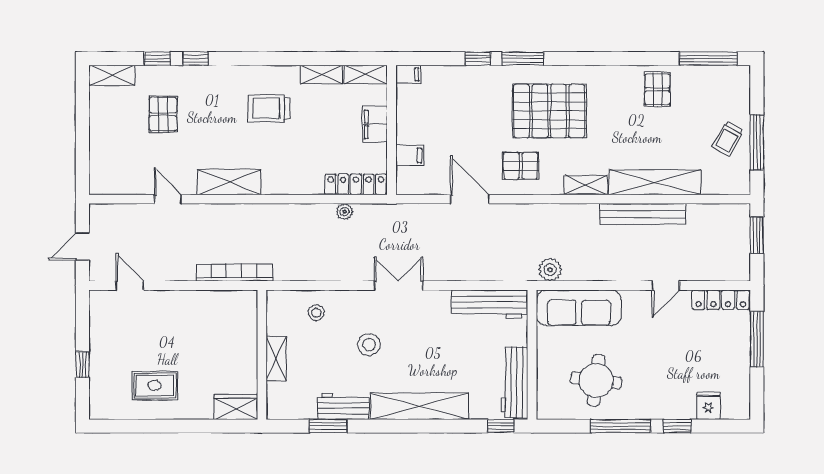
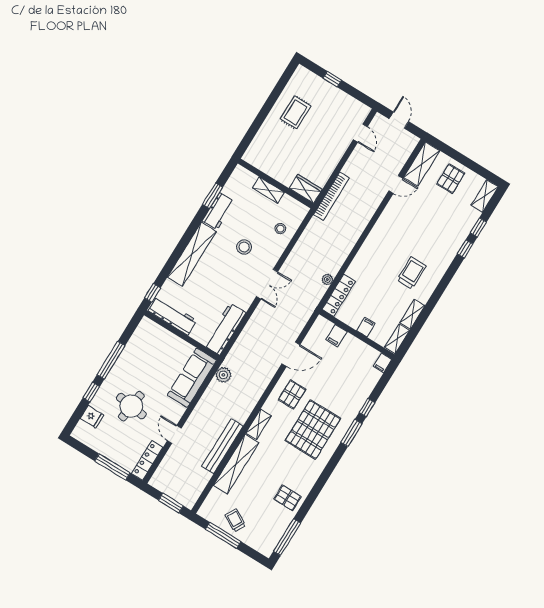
pallet: (163, 114) -> (451, 179), moved, turned 90
filing cabinet: (375, 124) -> (366, 327), width x0.50
shelving: (229, 182) -> (422, 164), moved
door: (130, 286) -> (360, 133), hinge flipped
round table: (596, 380) -> (131, 406), moved
wardrobe: (236, 407) -> (306, 189), moved, turned -90

